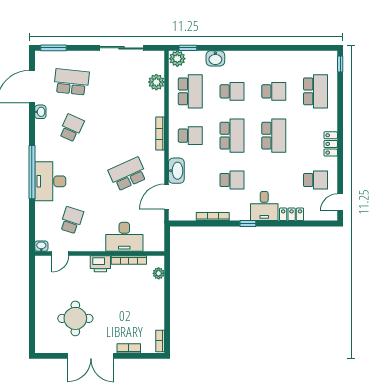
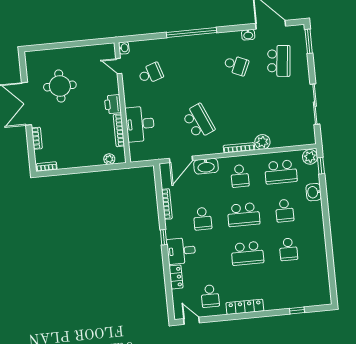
window: (340, 64) -> (297, 310), moved
plant: (156, 82) -> (262, 142), moved
school desk: (316, 91) -> (292, 288), removed
locker: (331, 144) -> (245, 307), width x1.53
desk: (50, 181) -> (185, 50), removed
door: (166, 197) -> (181, 159), swing flipped
school desk: (71, 220) -> (151, 73), turned -36

